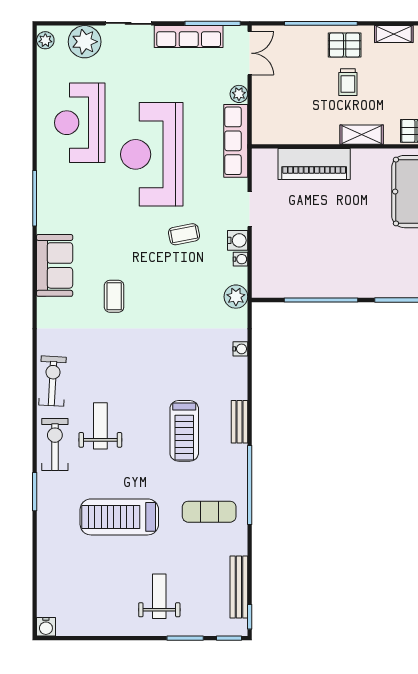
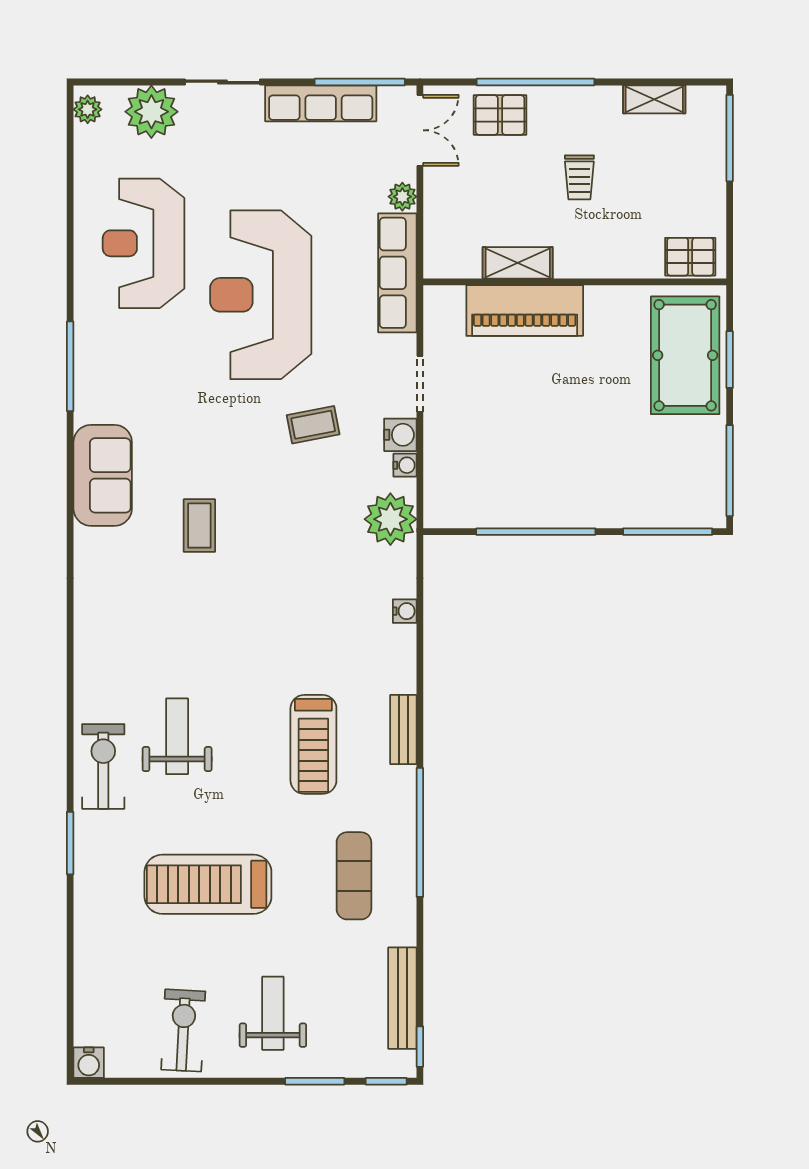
pallet: (345, 45) -> (500, 115), moved
shelving: (362, 135) -> (518, 263), moved
plant: (236, 297) -> (390, 519), width x1.36, depth x1.36
exercise bike: (53, 381) -> (183, 1030), moved
exercise mat: (209, 512) -> (354, 876), turned 90

